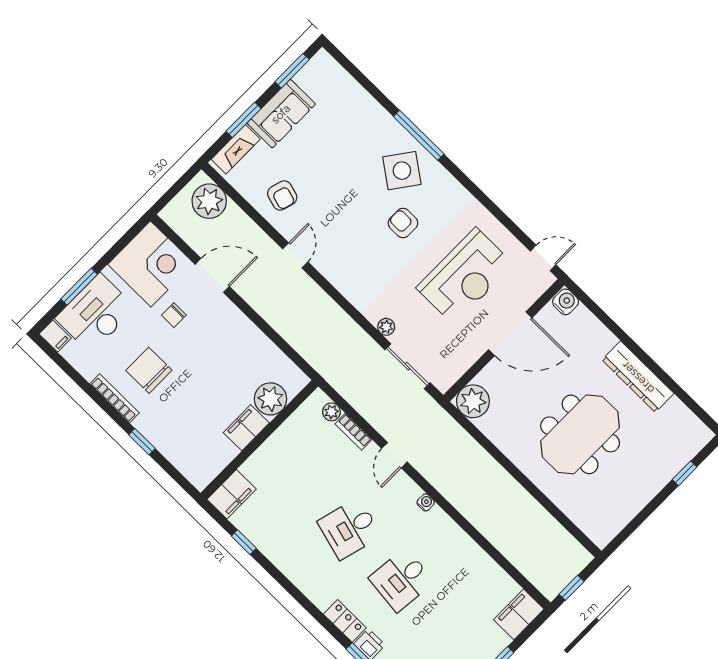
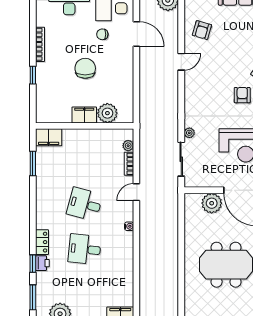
chair: (149, 370) -> (85, 68), moved
plant: (473, 401) -> (212, 203), moved
window: (244, 542) -> (33, 164), width x1.50

